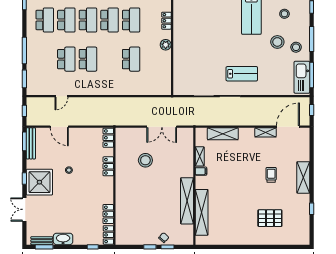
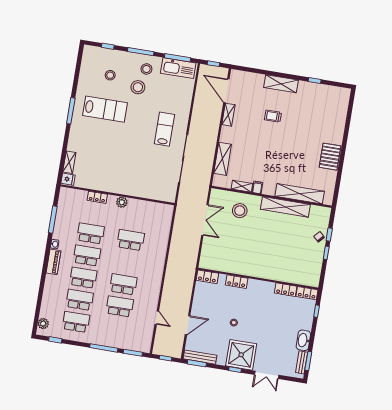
stool: (145, 160) -> (240, 211), moved
pallet: (270, 218) -> (330, 157), moved

